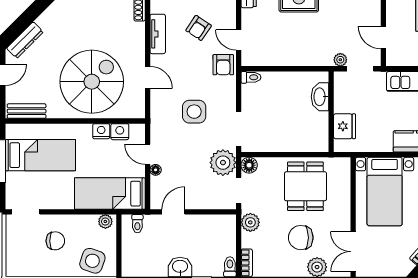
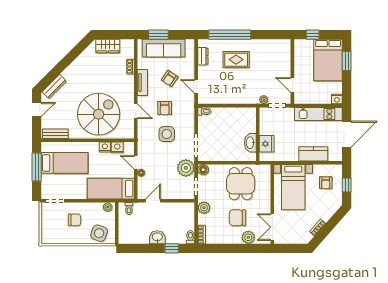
armchair: (223, 65) -> (165, 108), moved
washbasin: (320, 97) -> (250, 143), moved

